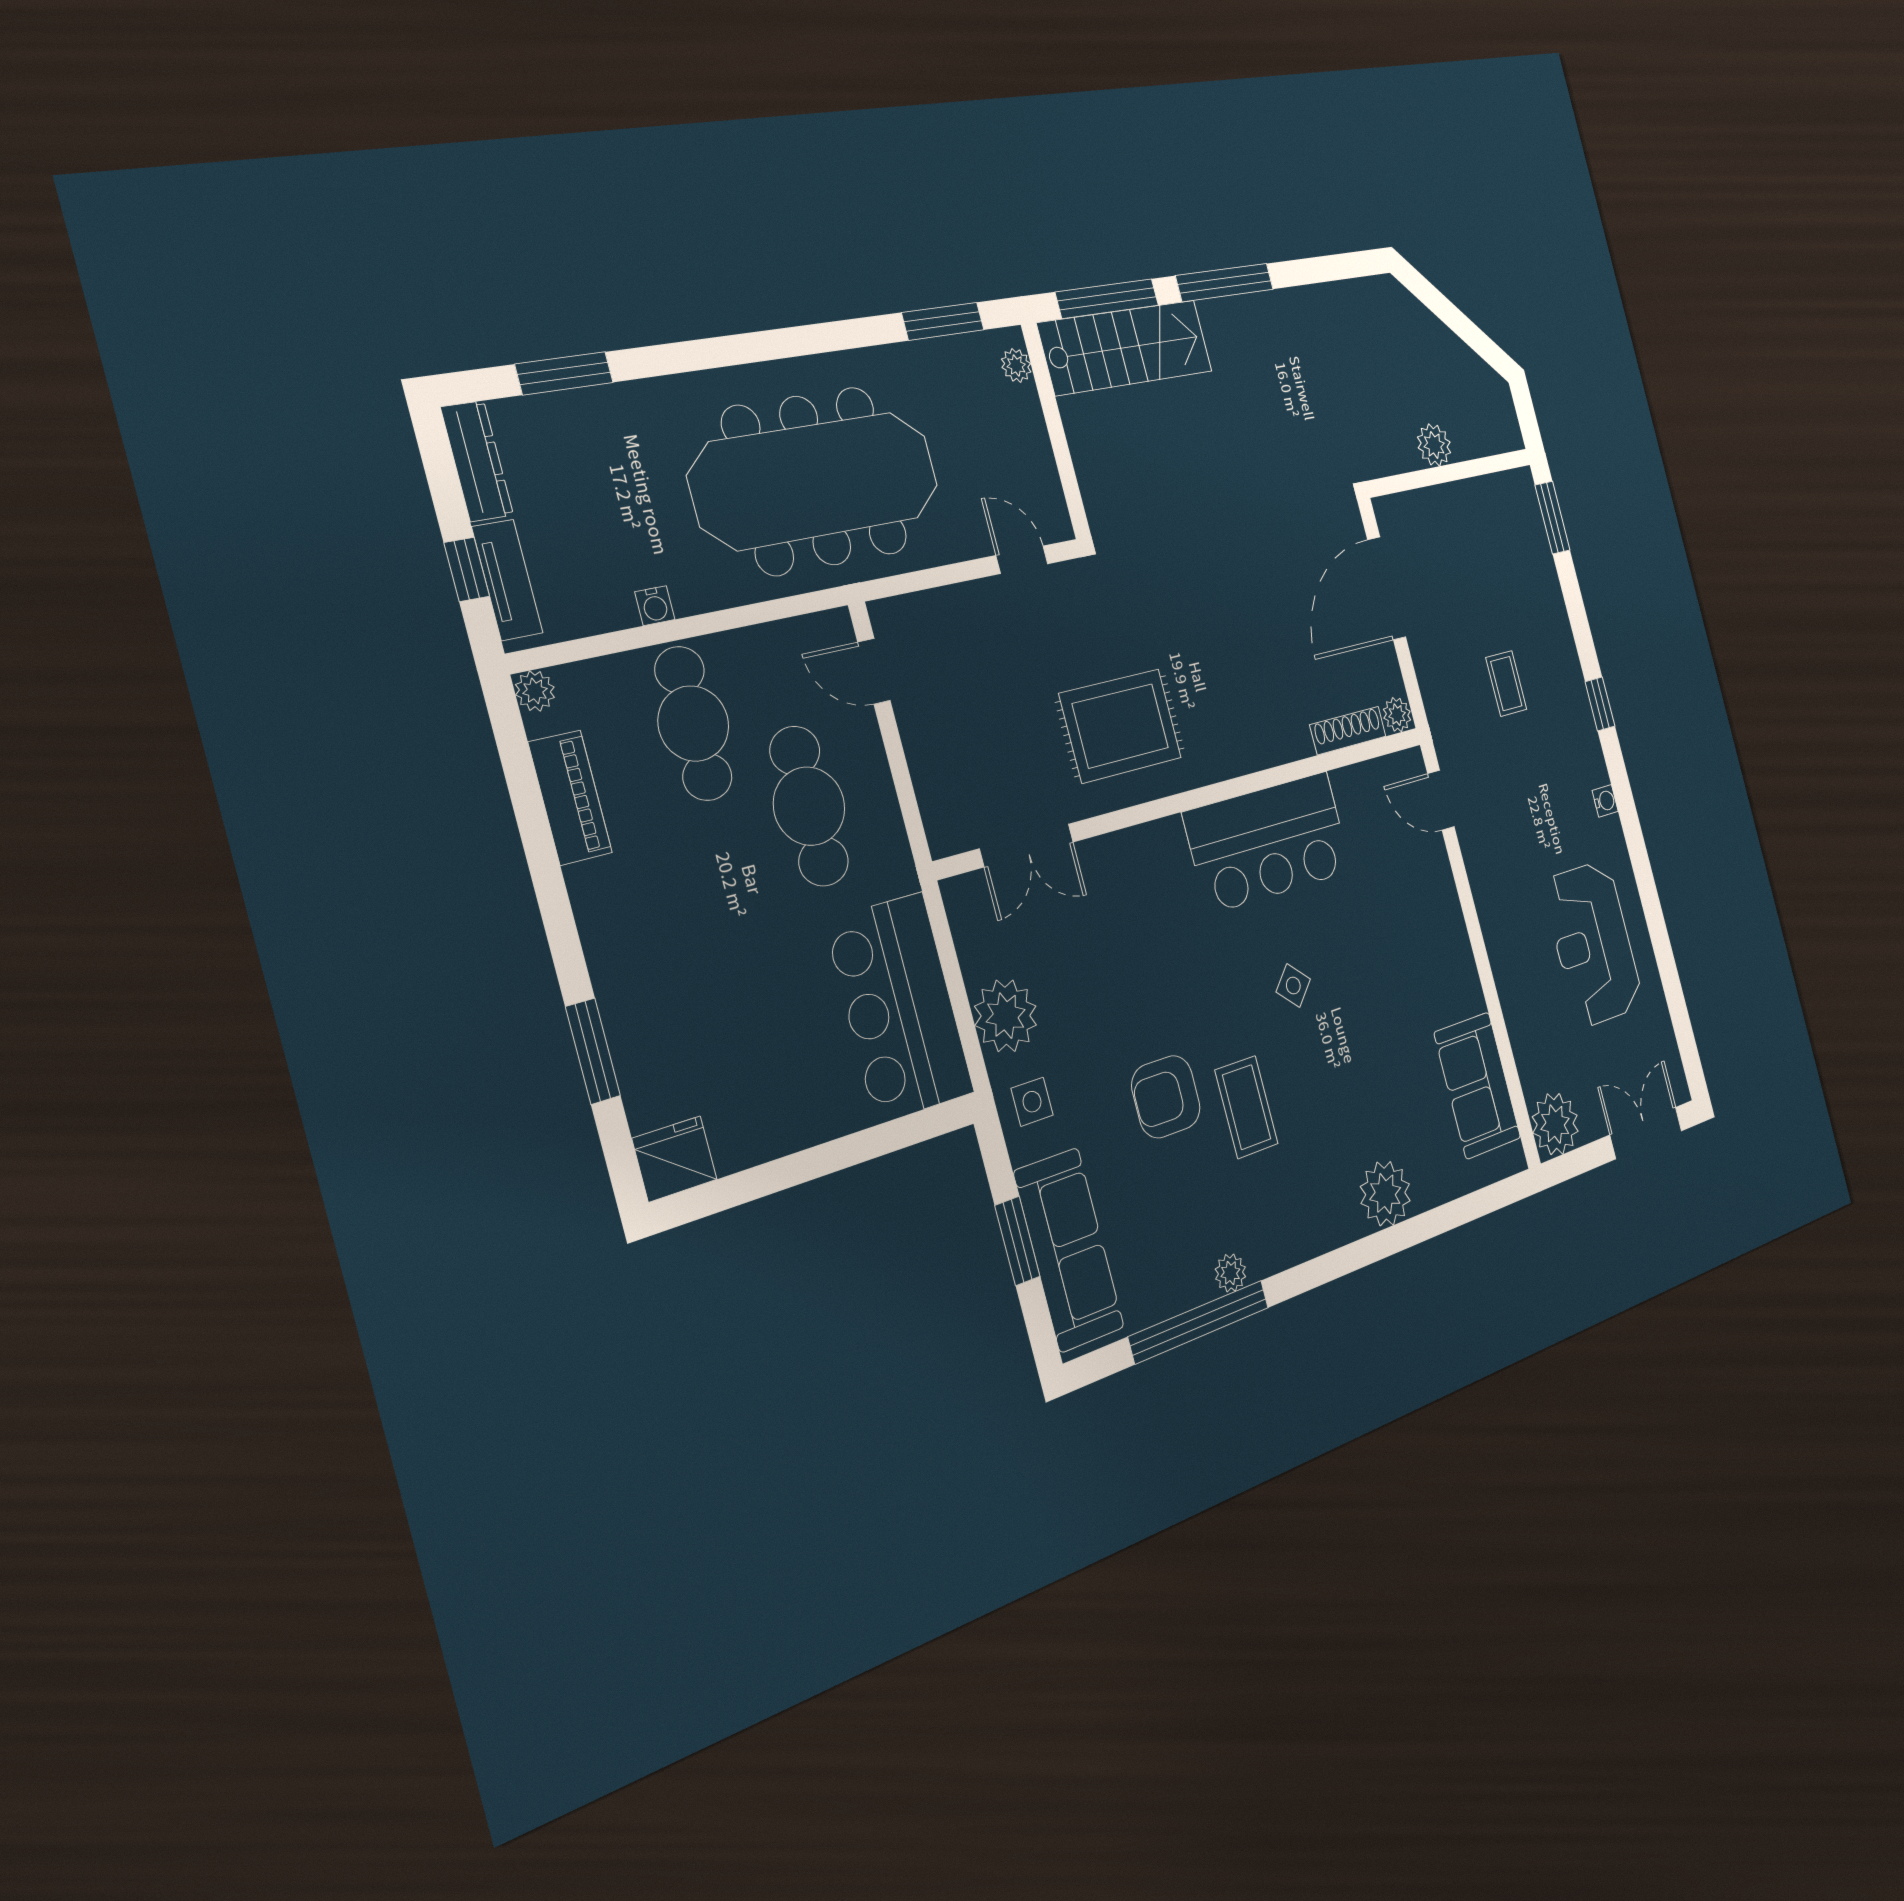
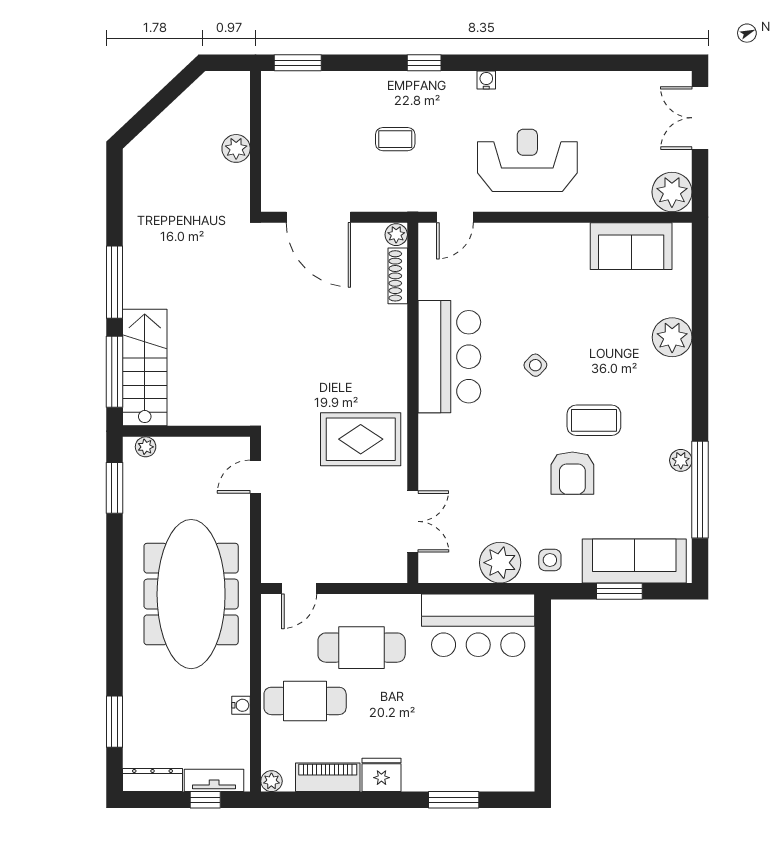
rug: (1120, 726) -> (361, 439), turned 90
reception desk: (1593, 944) -> (527, 160), moved, turned 180
fridge: (675, 1159) -> (381, 775), moved, turned 90

